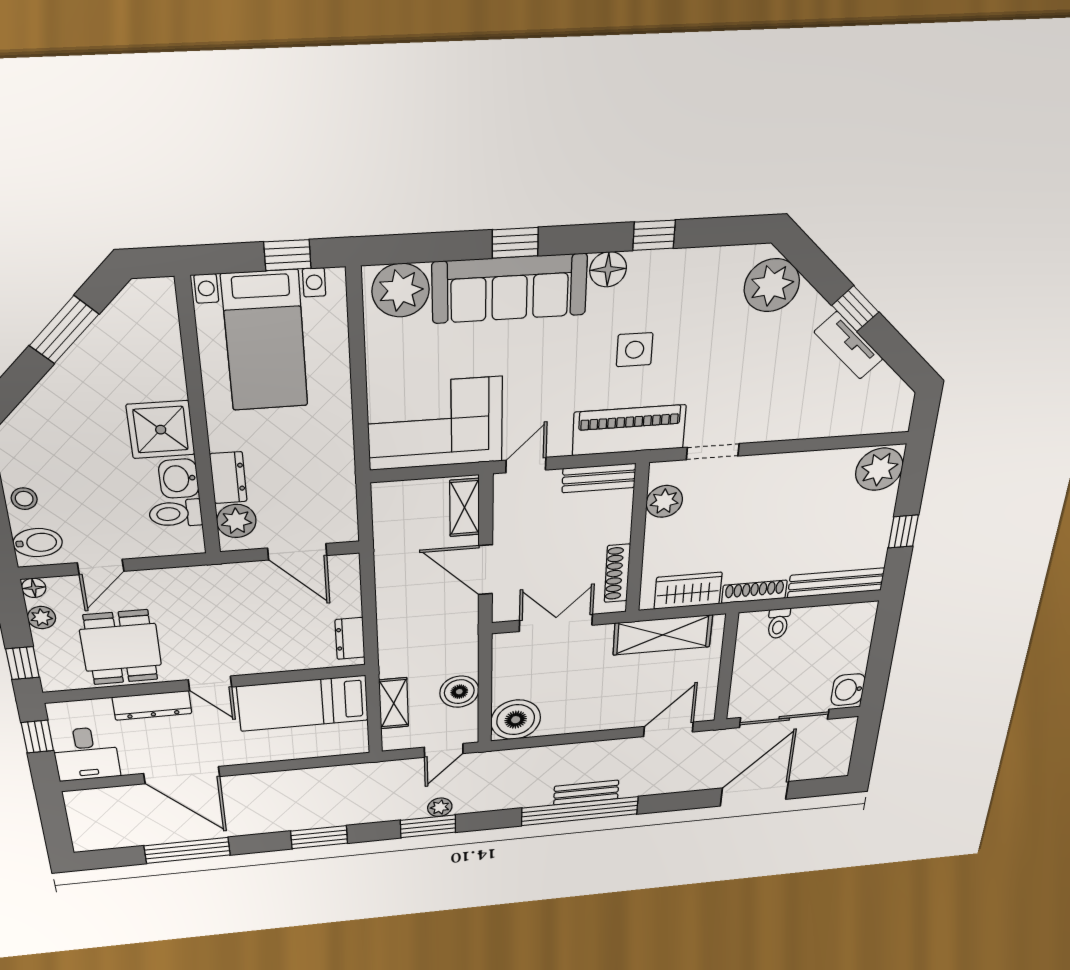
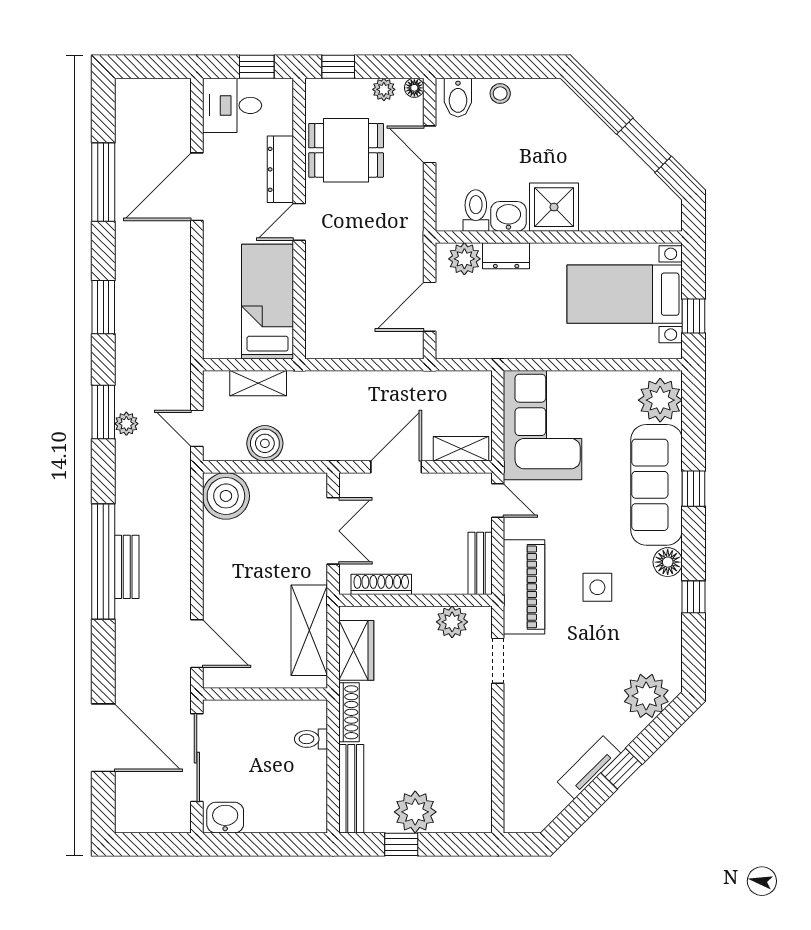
plant: (879, 469) -> (415, 812), moved
dresser: (350, 638) -> (335, 347), removed

